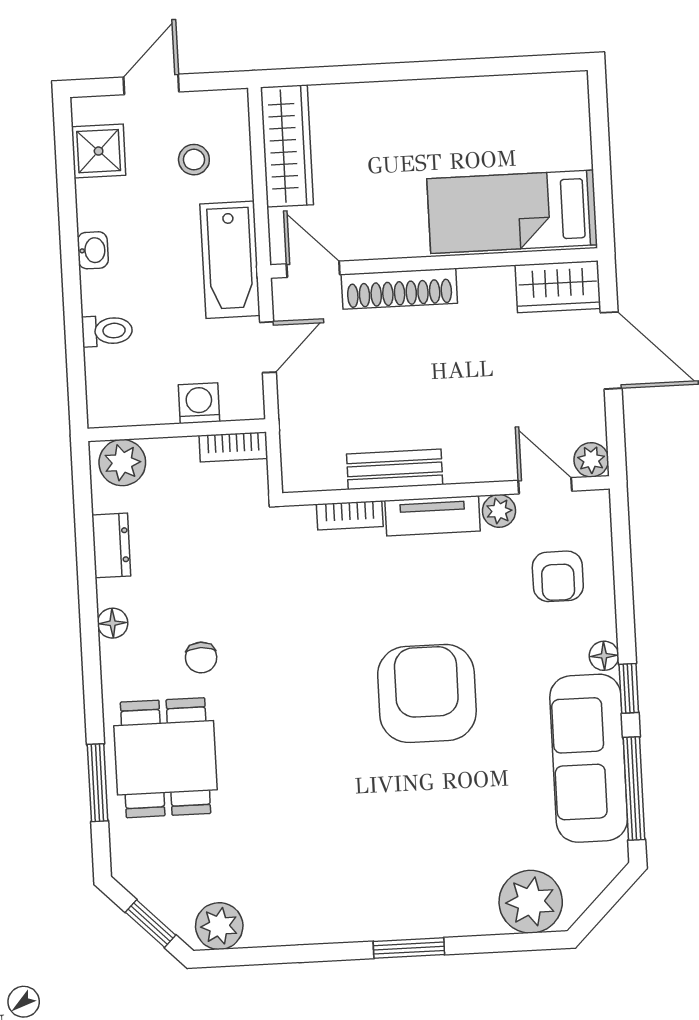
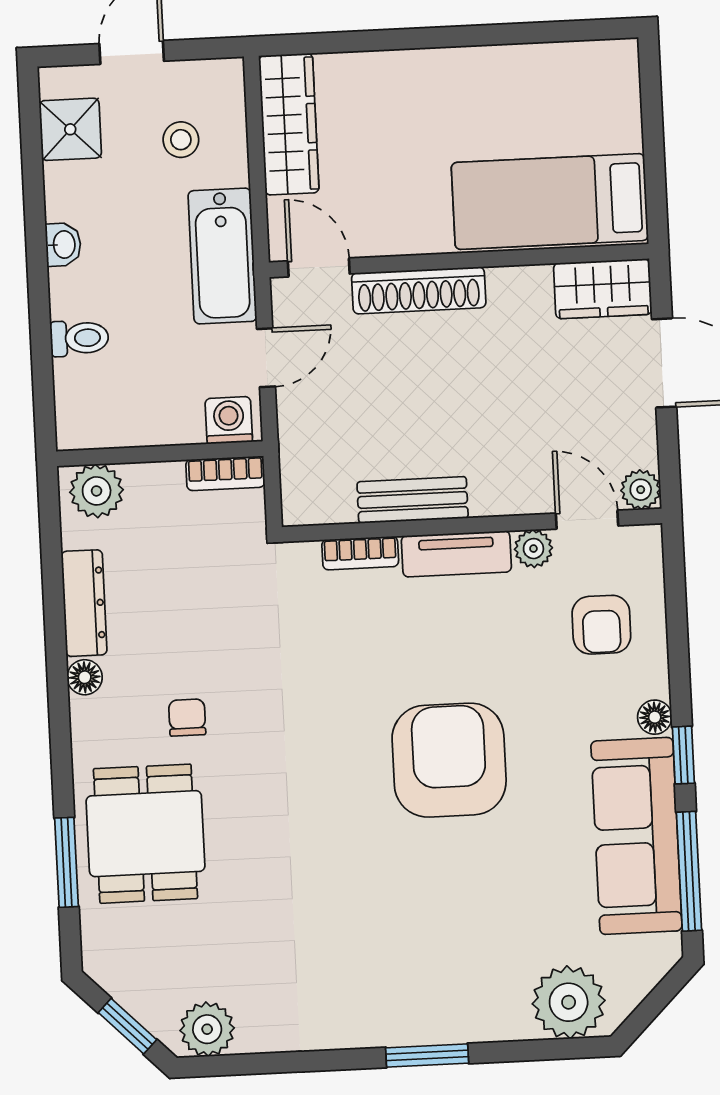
washing machine: (199, 403) -> (229, 420), moved
dresser: (111, 545) -> (84, 603), width x1.44
chair: (201, 658) -> (187, 718), turned 180

